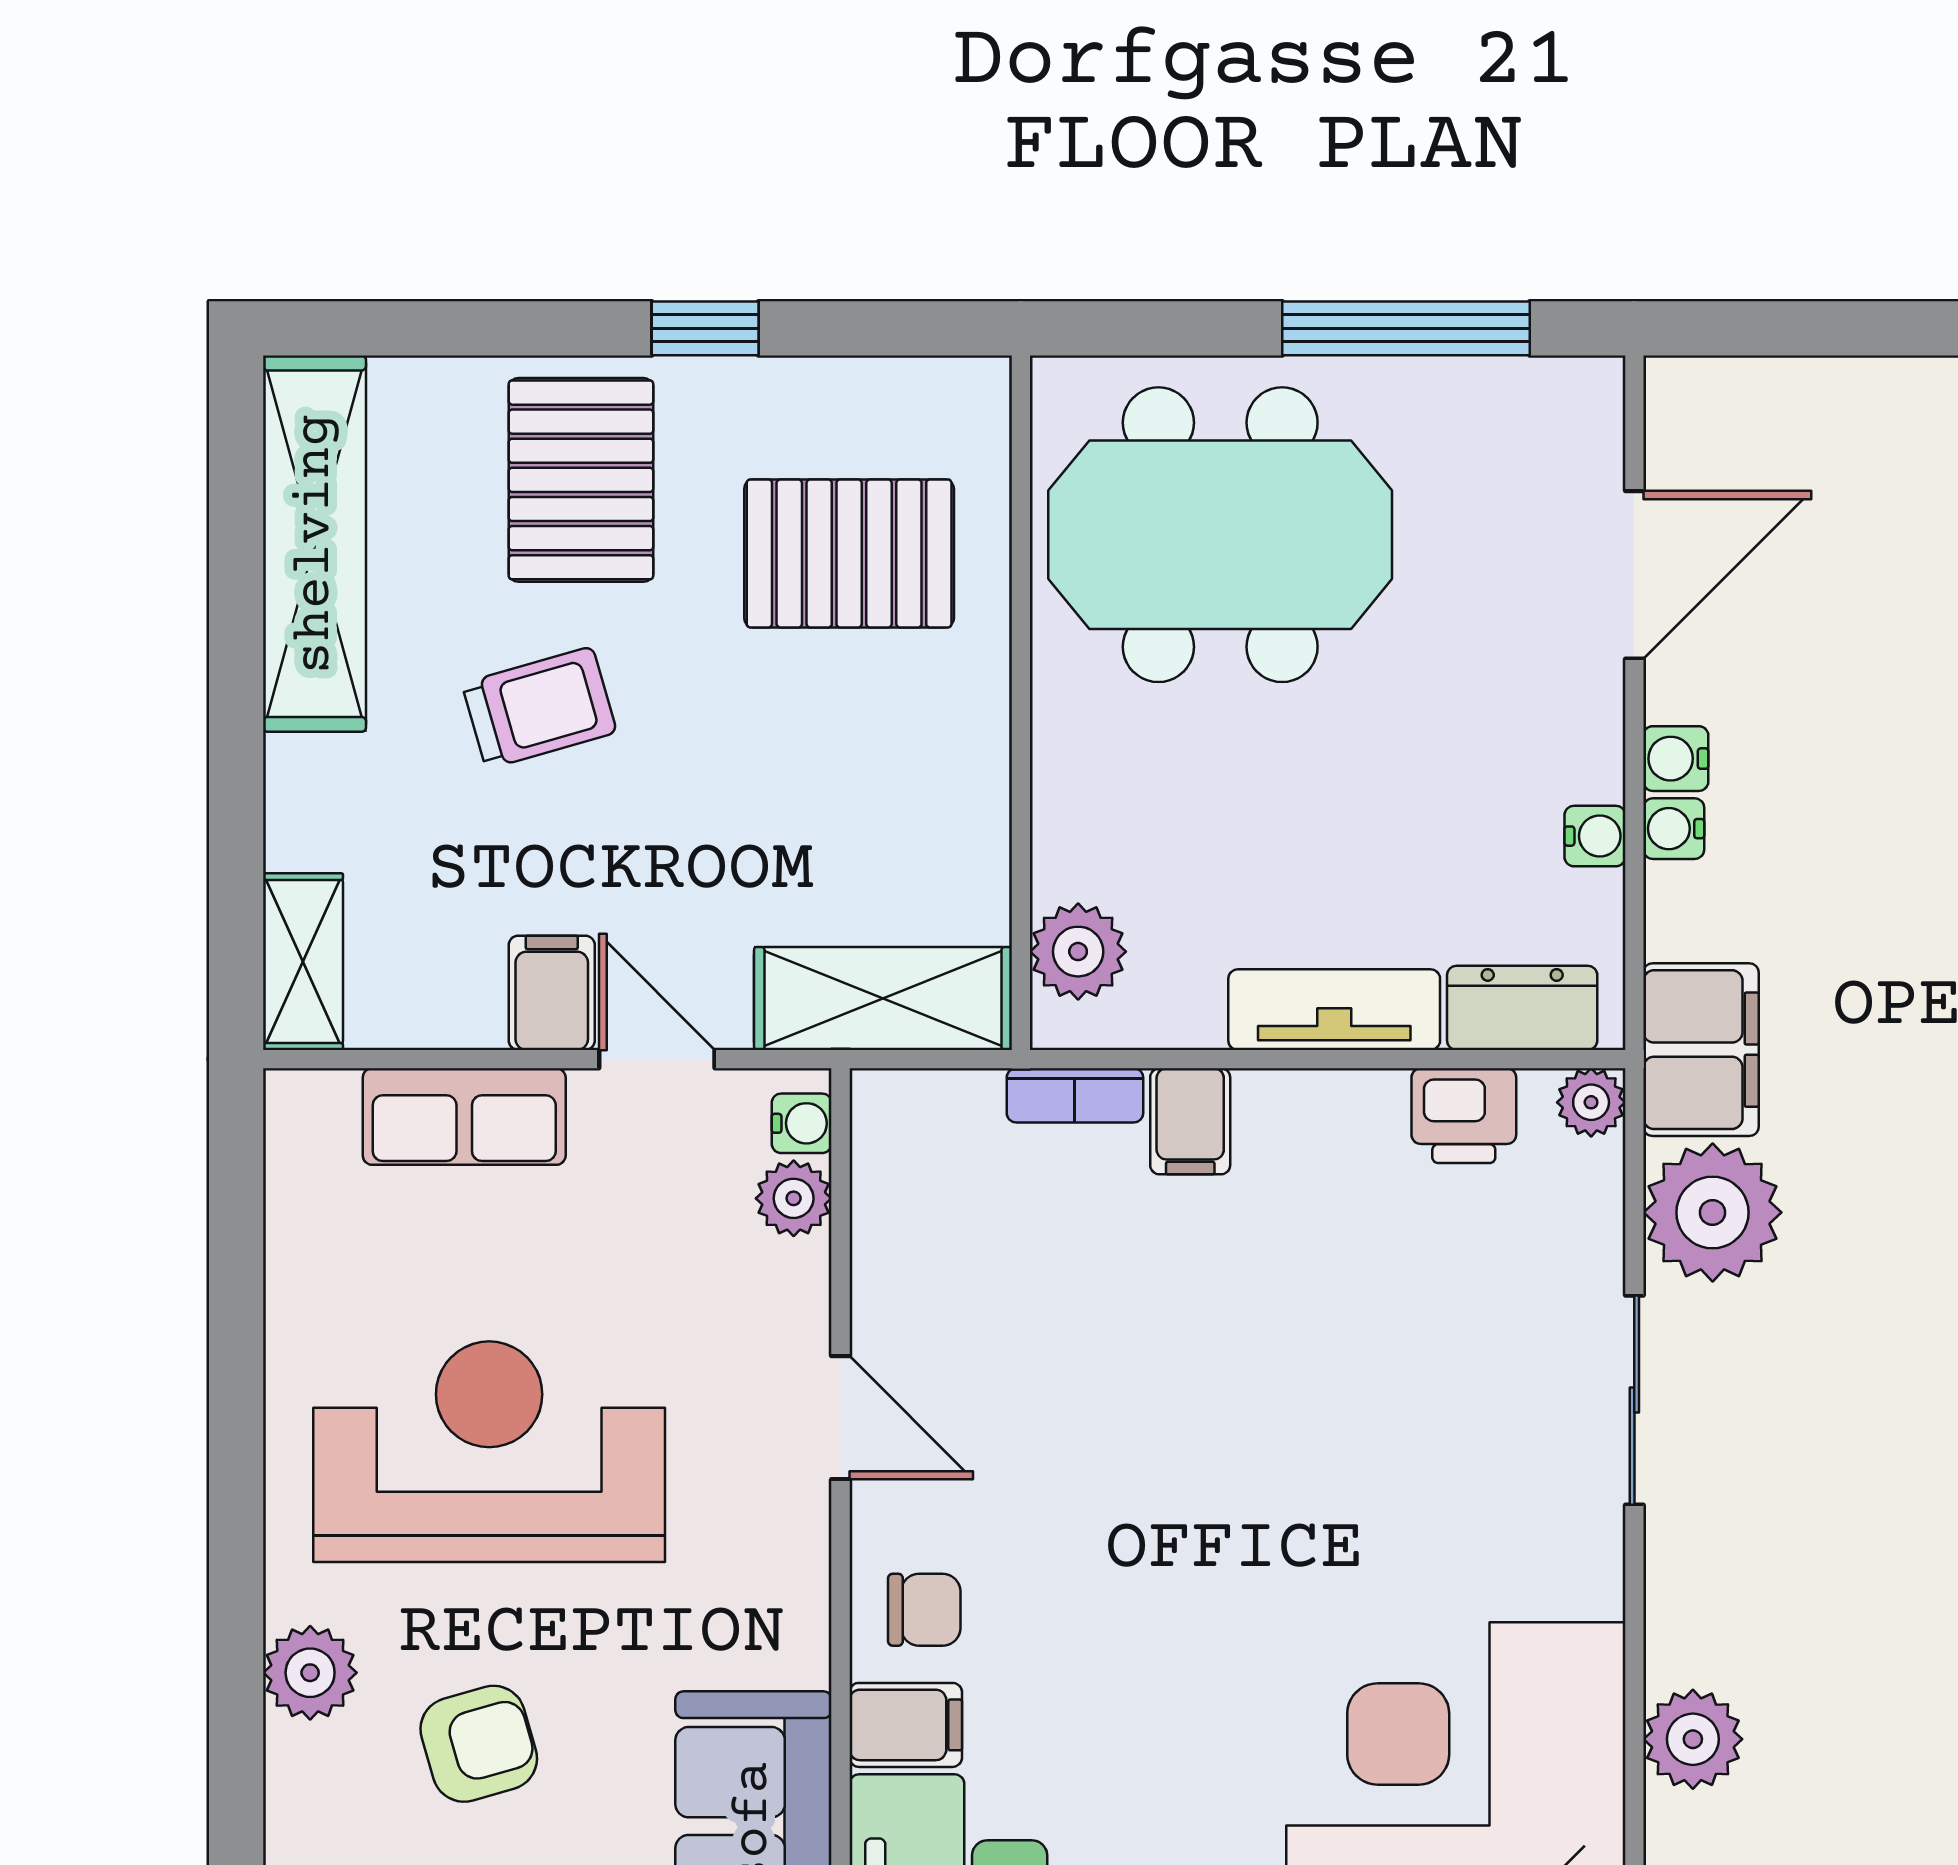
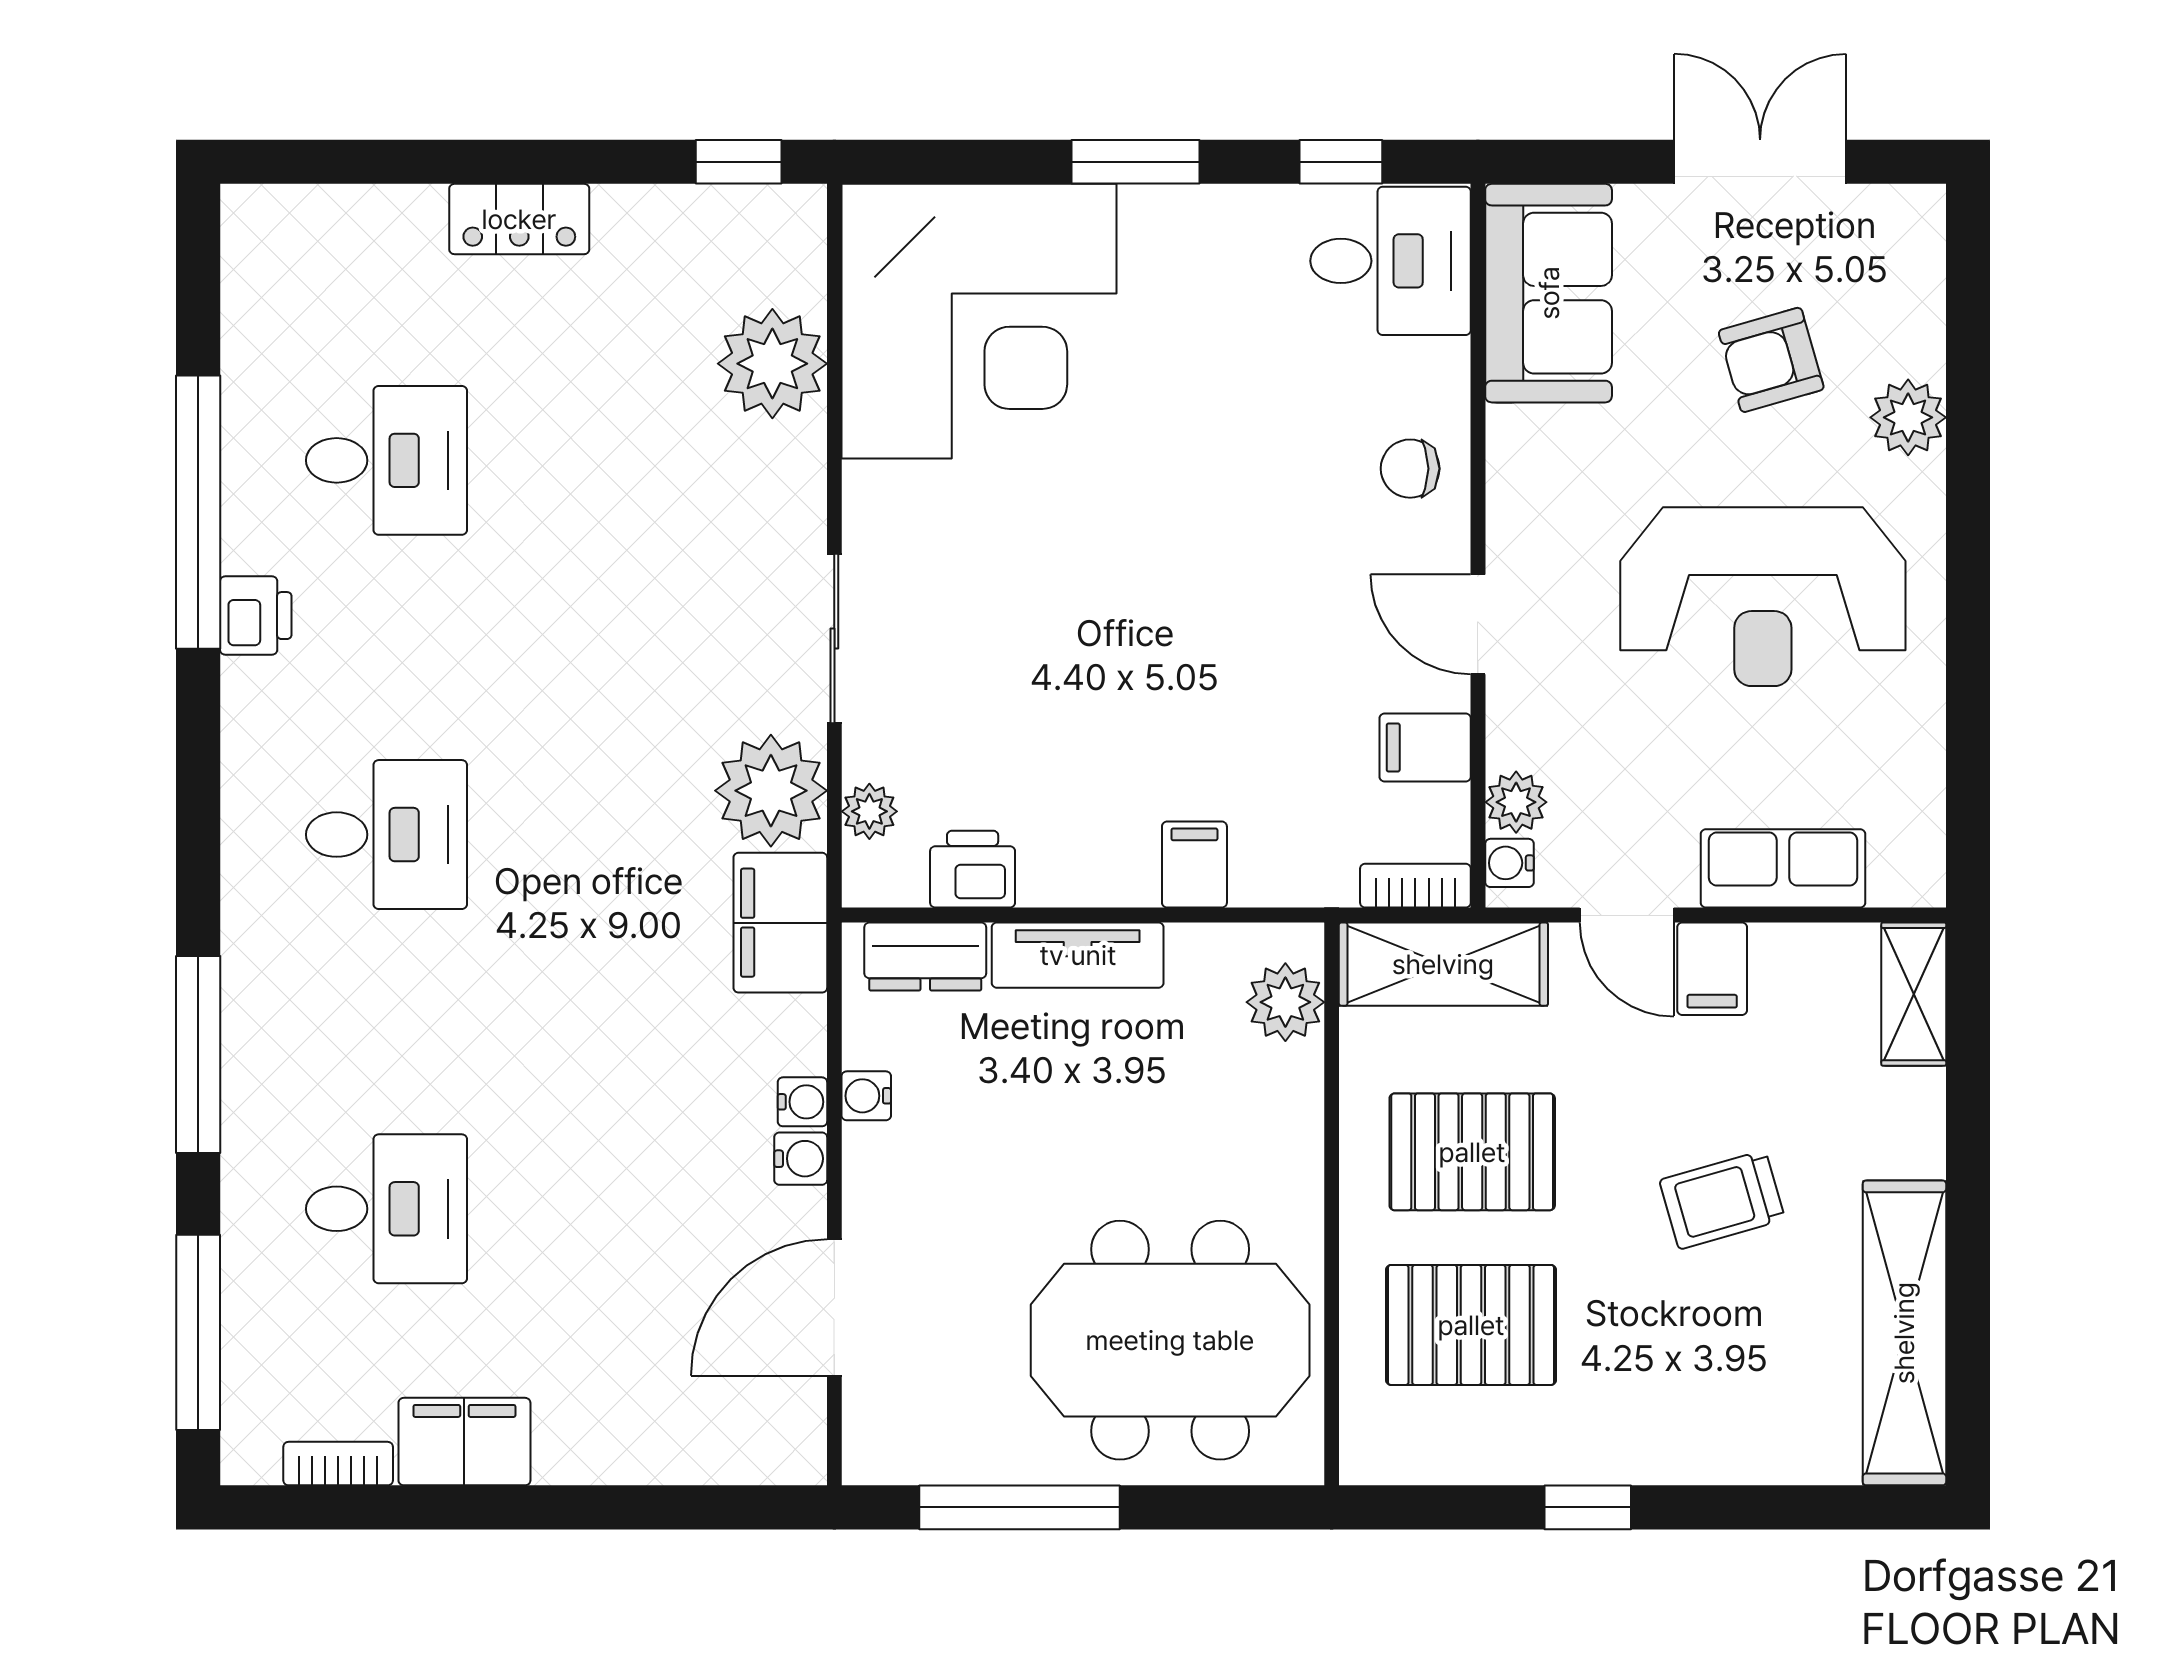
pallet: (581, 480) -> (1472, 1152), moved, turned 90
bookcase: (1075, 1095) -> (1415, 886), moved
plant: (1591, 1102) -> (869, 811), moved
filing cabinet: (906, 1725) -> (1425, 747), moved
plant: (1693, 1739) -> (772, 364), width x1.36, depth x1.36

